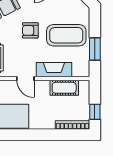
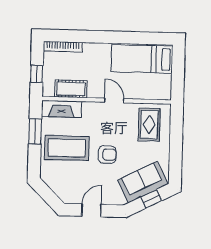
fireplace: (54, 70) -> (61, 109), moved
window: (95, 112) -> (37, 74), moved

